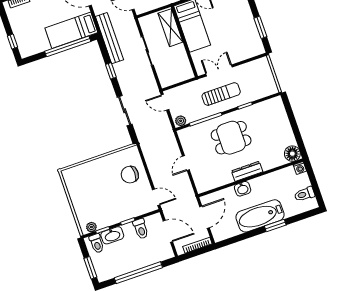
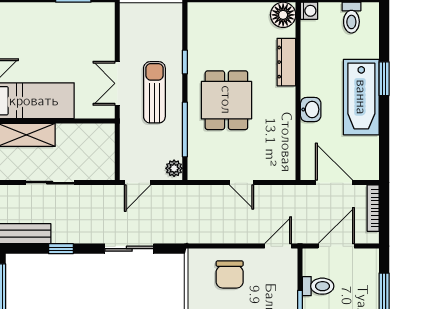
dresser: (247, 171) -> (286, 62), moved

